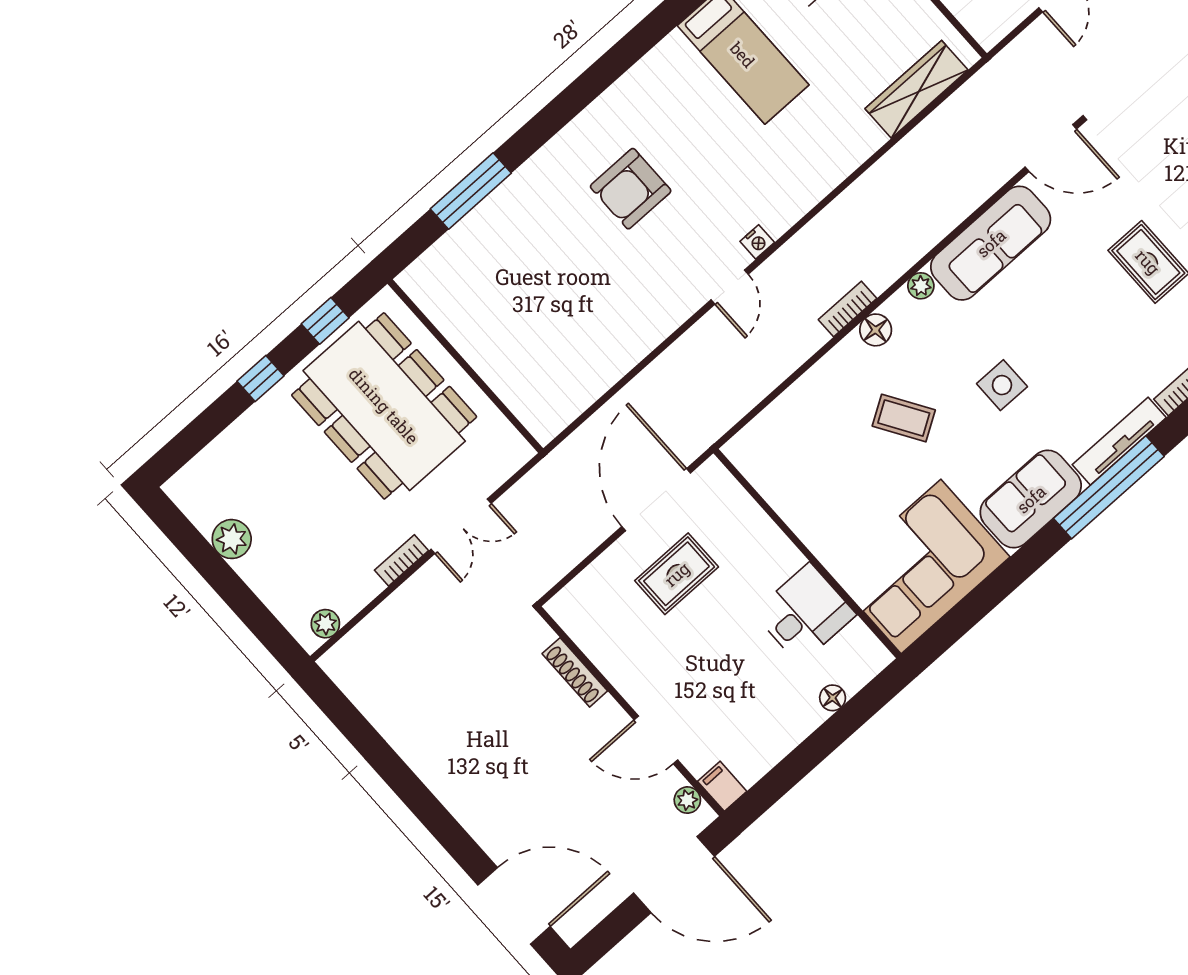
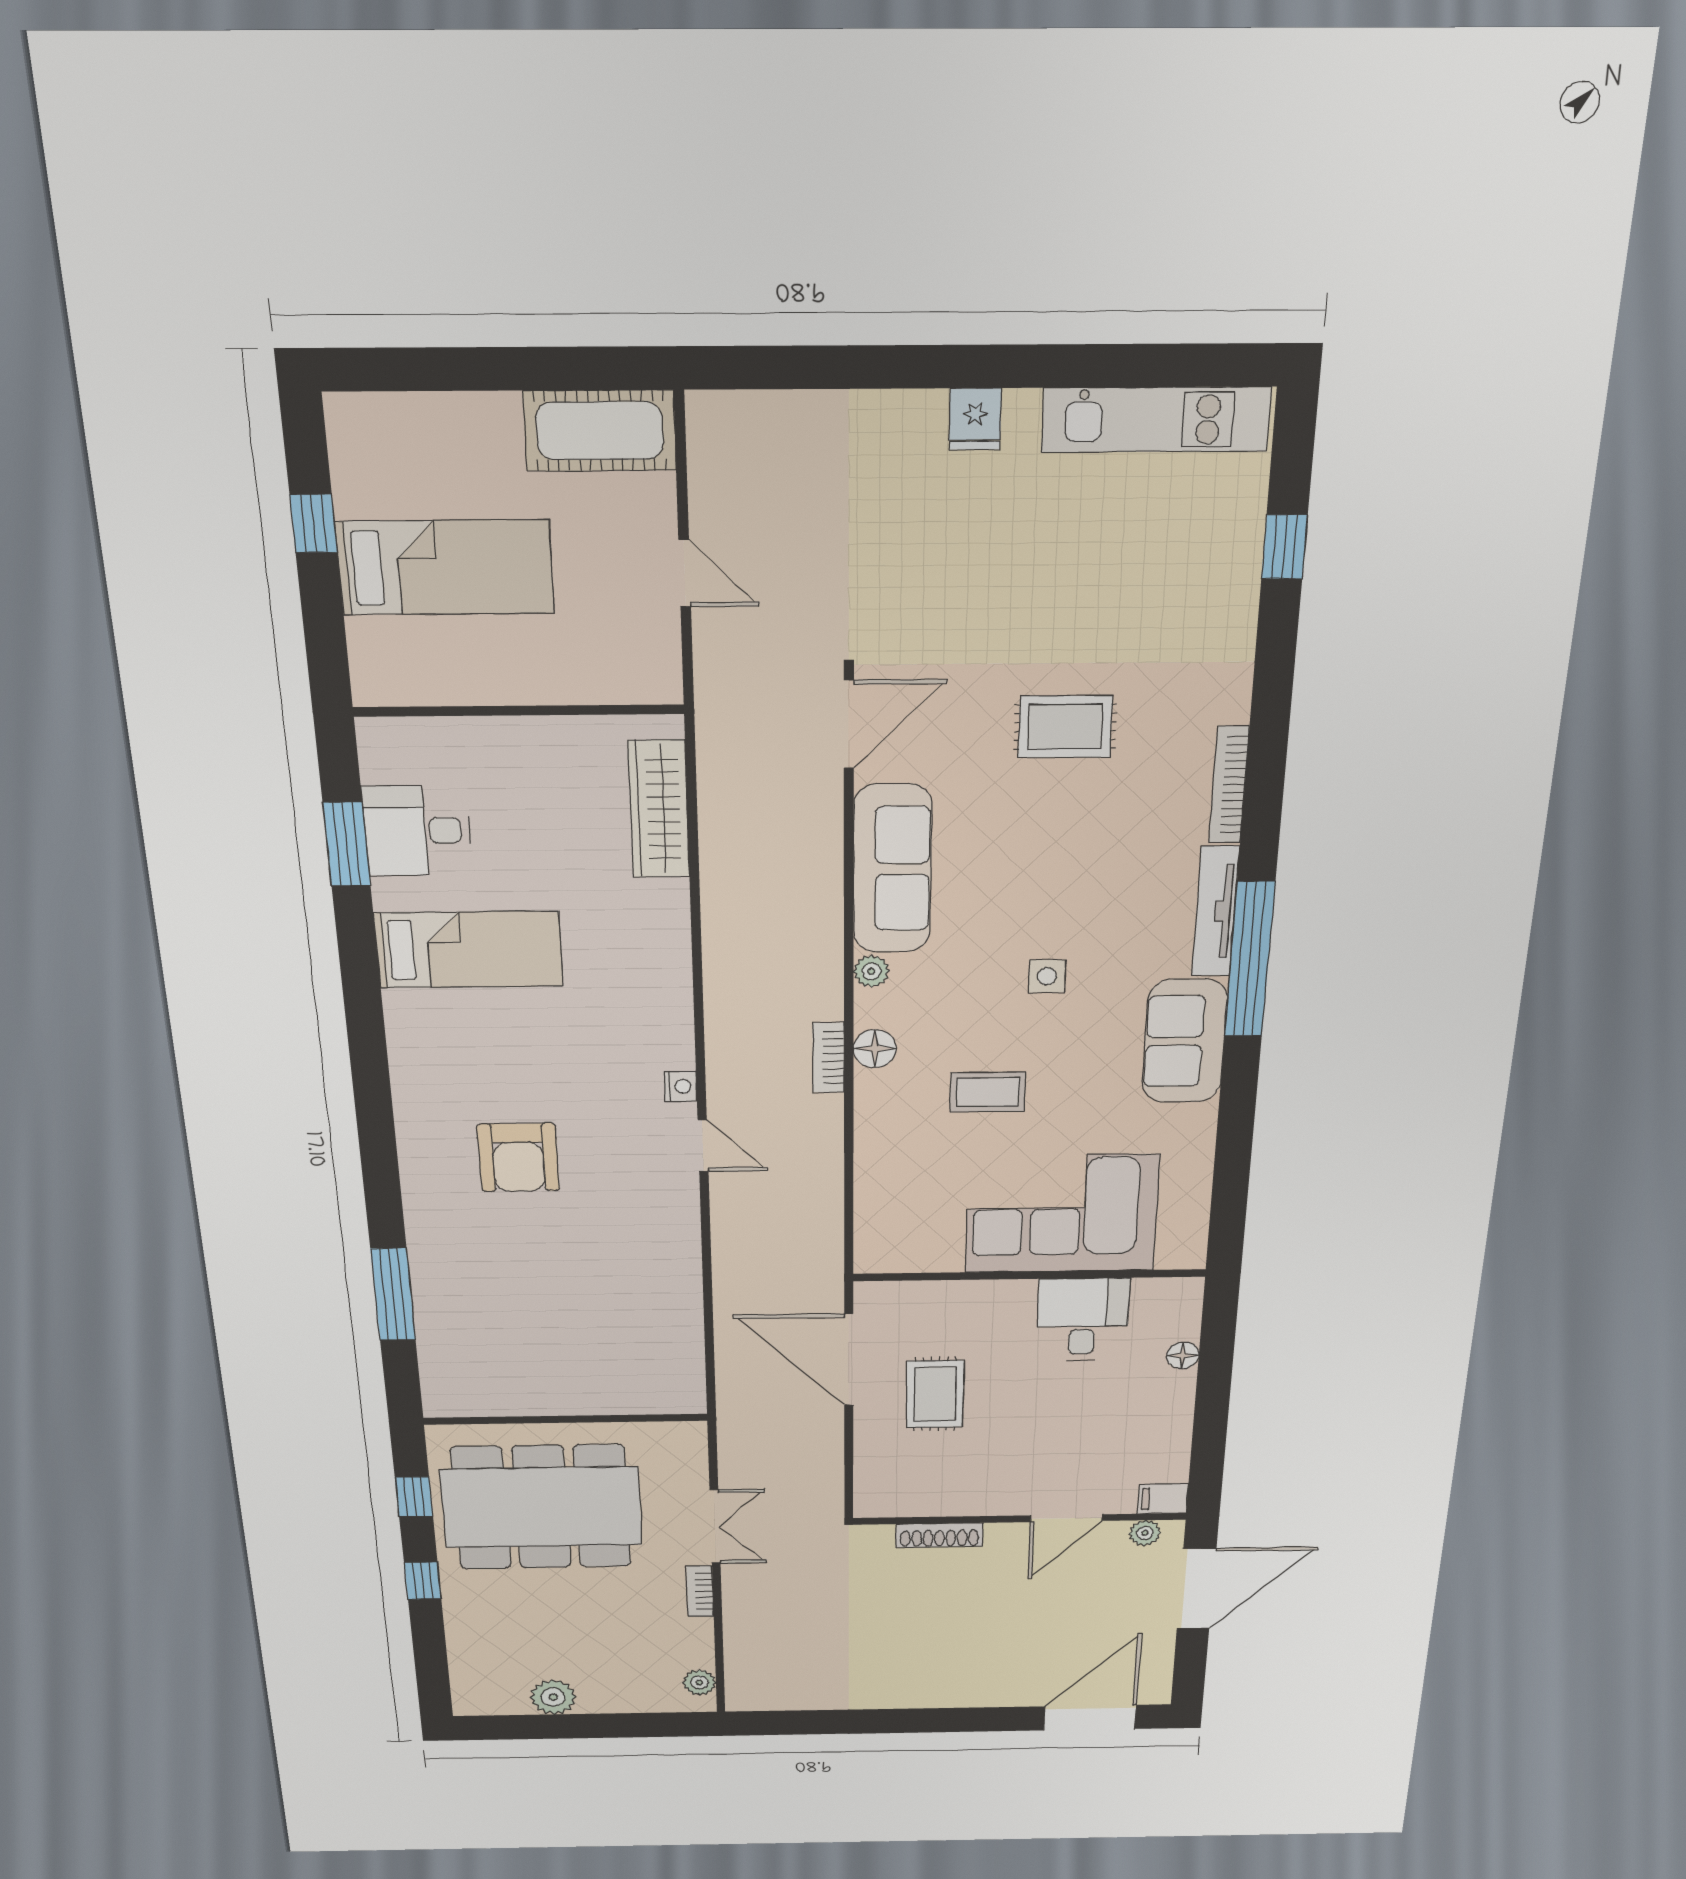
side table: (1002, 385) -> (1047, 976), width x0.73, depth x0.73
coffee table: (904, 418) -> (988, 1092), turned 32
corner sofa: (921, 566) -> (1062, 1214), moved, turned 90

